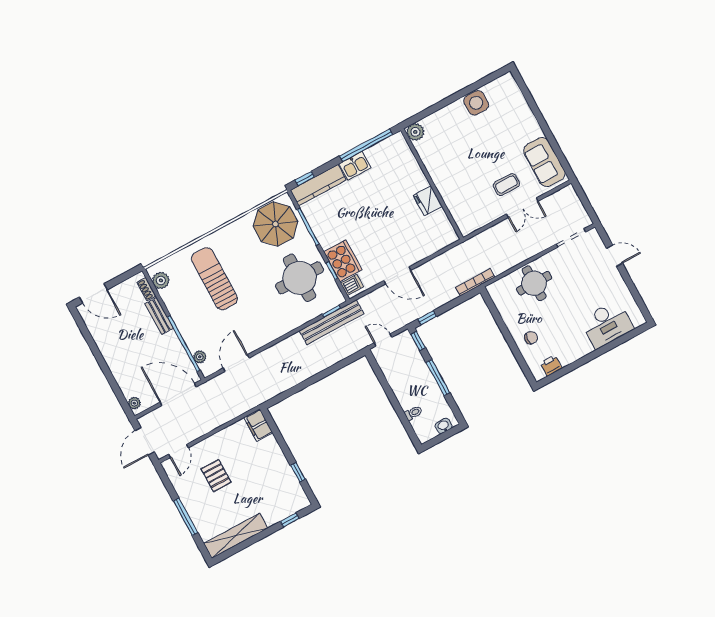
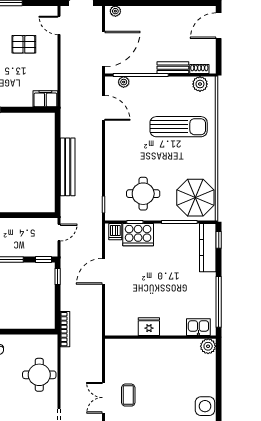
kitchen sink: (355, 166) -> (198, 327), moved, turned 90
round table: (300, 278) -> (143, 194), width x0.73, depth x0.73
bench: (332, 322) -> (68, 167), moved

